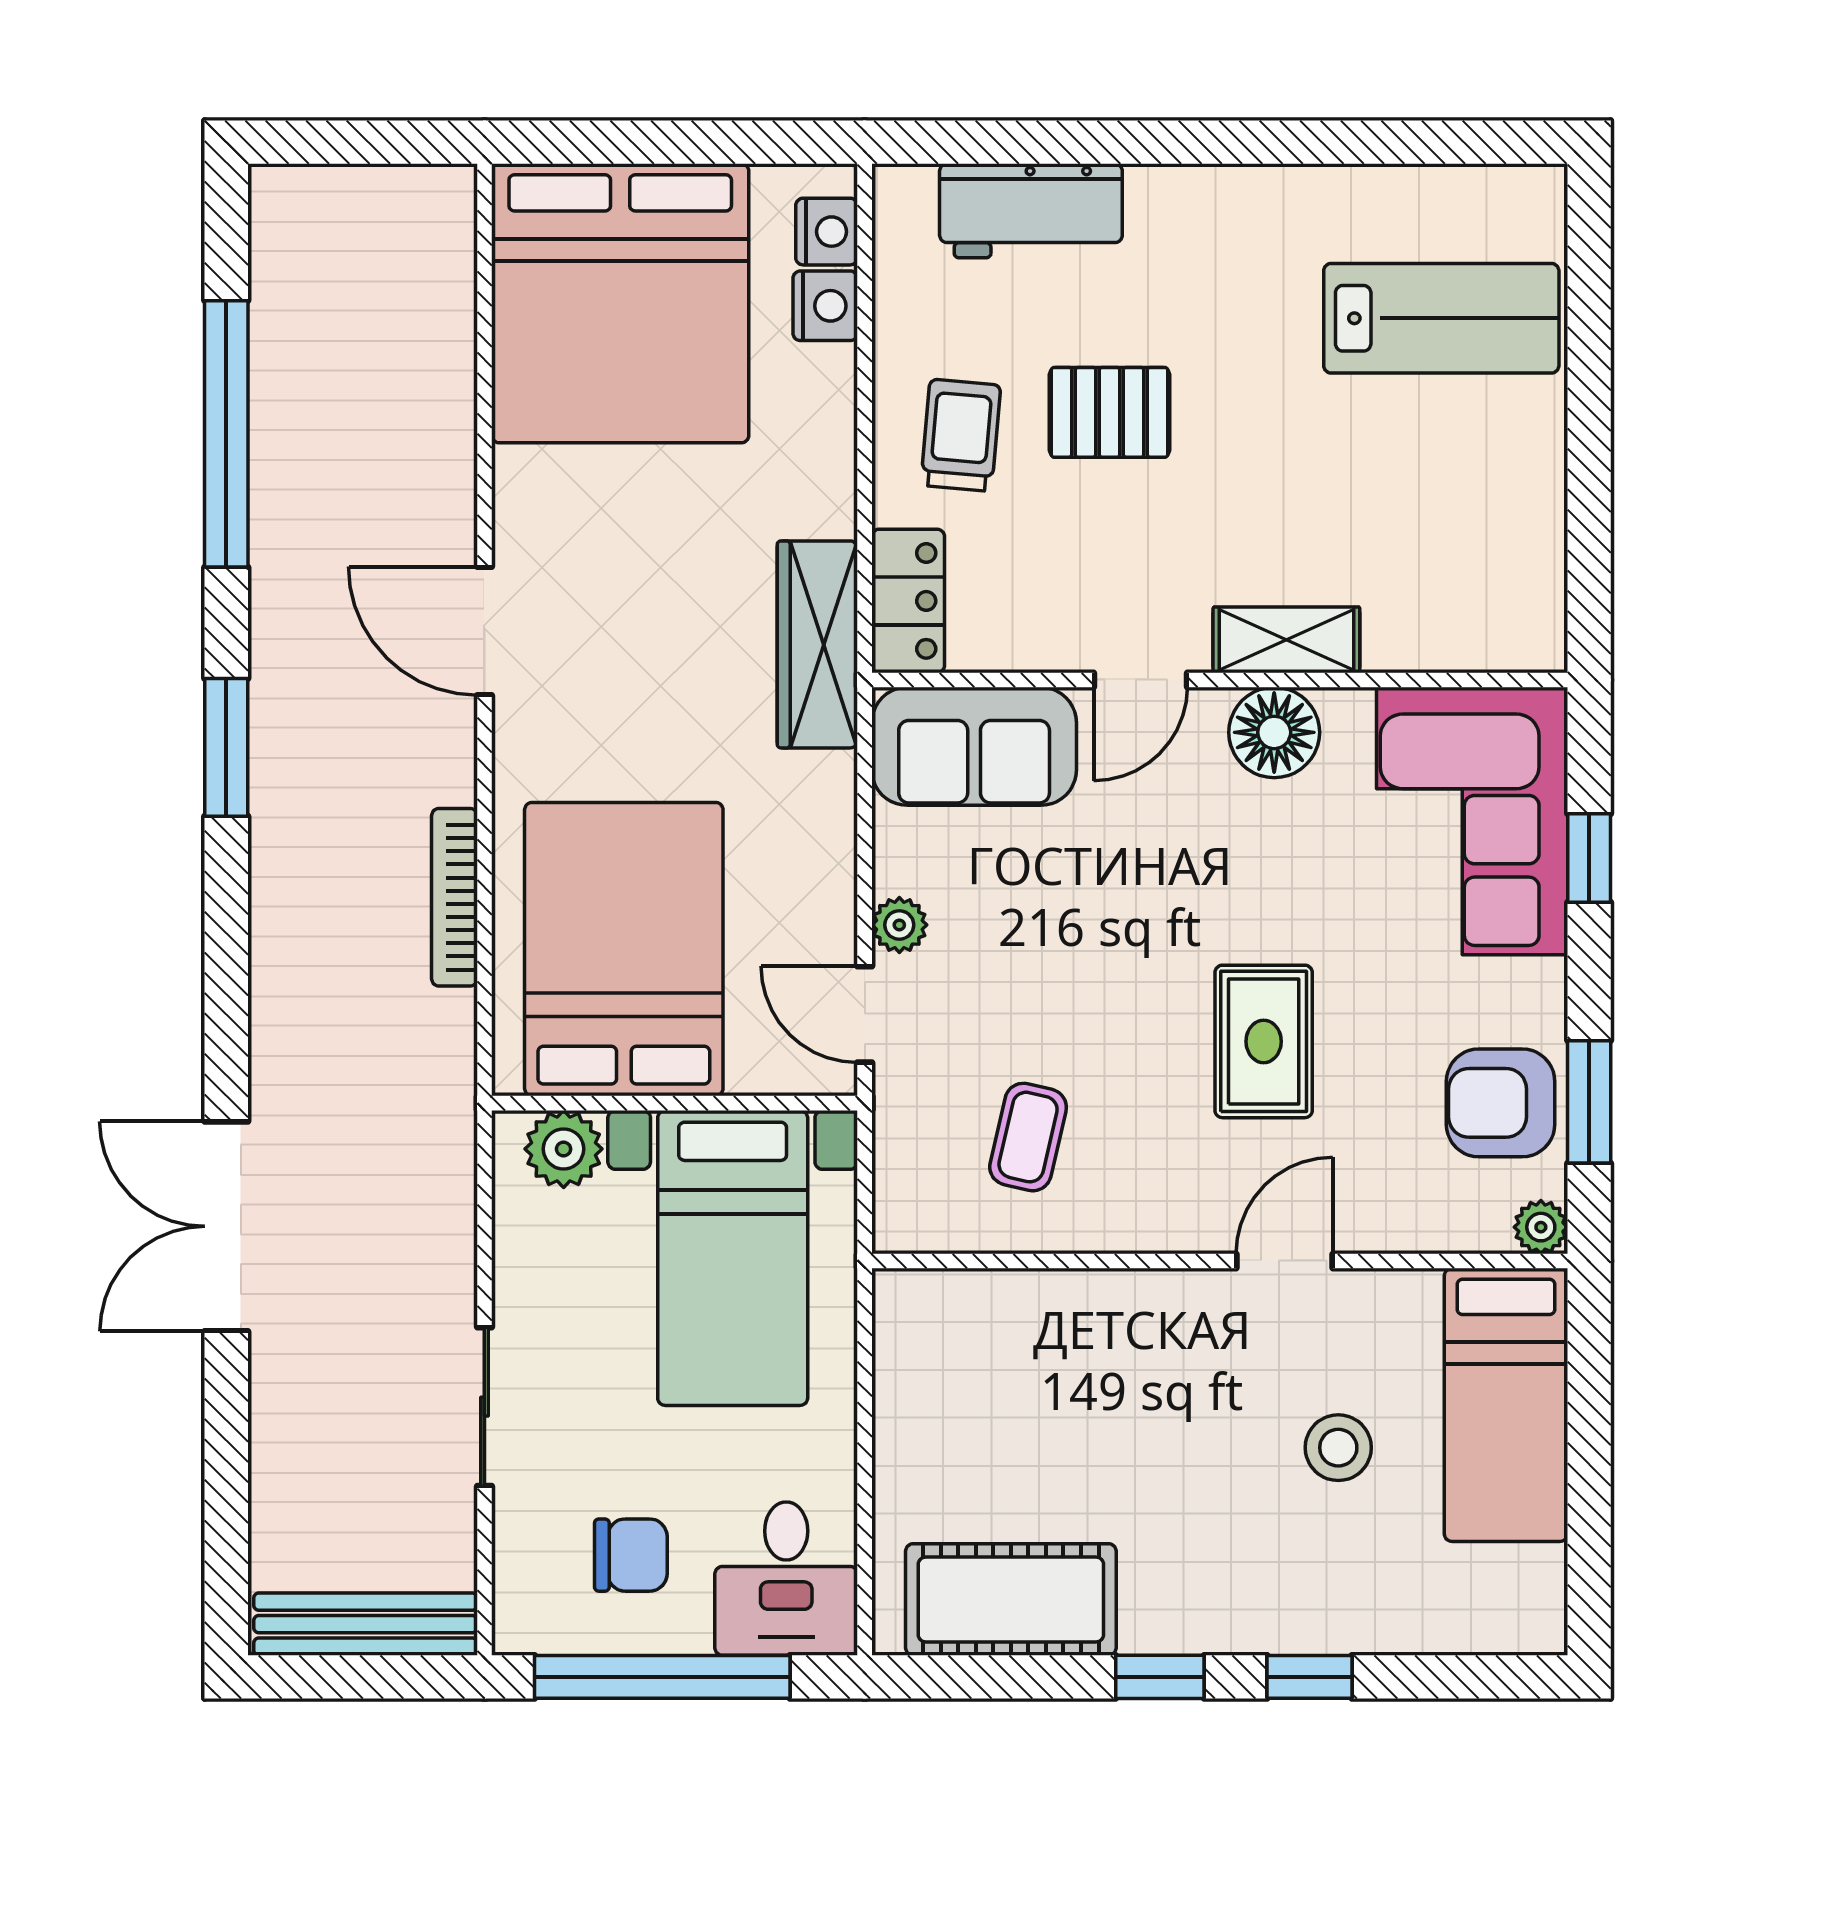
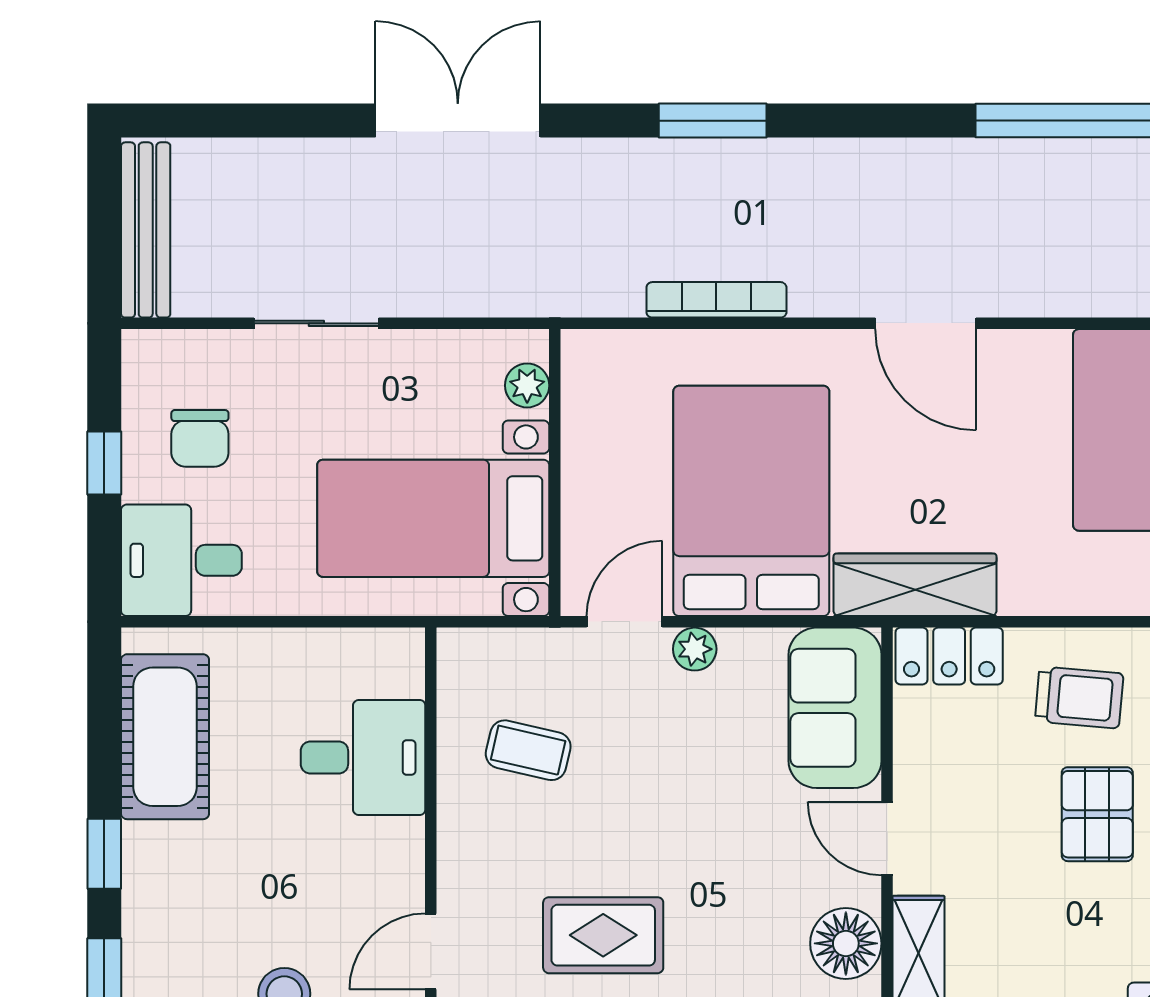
door: (484, 631) -> (926, 323), swing flipped
window: (226, 747) -> (713, 121), moved
bed: (624, 949) -> (751, 501), moved, turned -90
plant: (564, 1149) -> (527, 385), width x0.73, depth x0.73
door: (1284, 1261) -> (431, 952), swing flipped
desk: (1037, 1347) -> (363, 758), added
window: (662, 1677) -> (104, 463), width x0.32

